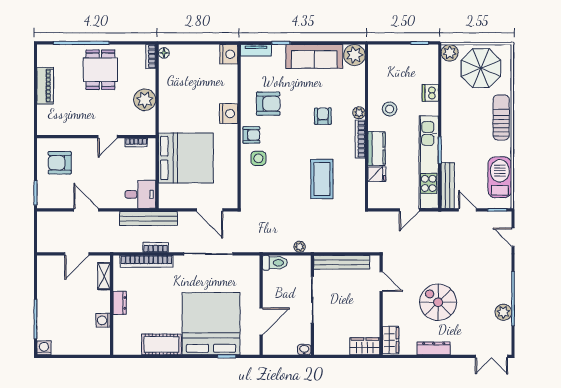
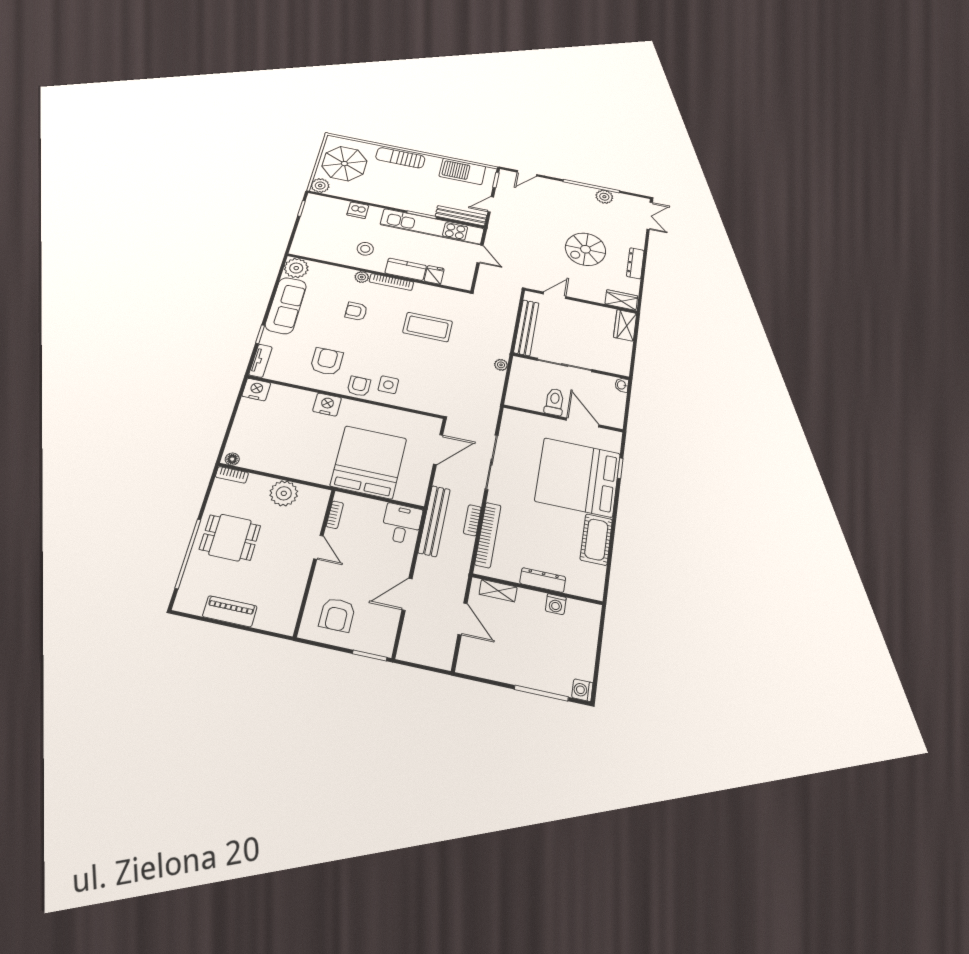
toilet: (275, 263) -> (554, 402), moved
dresser: (120, 303) -> (543, 580), width x1.44

